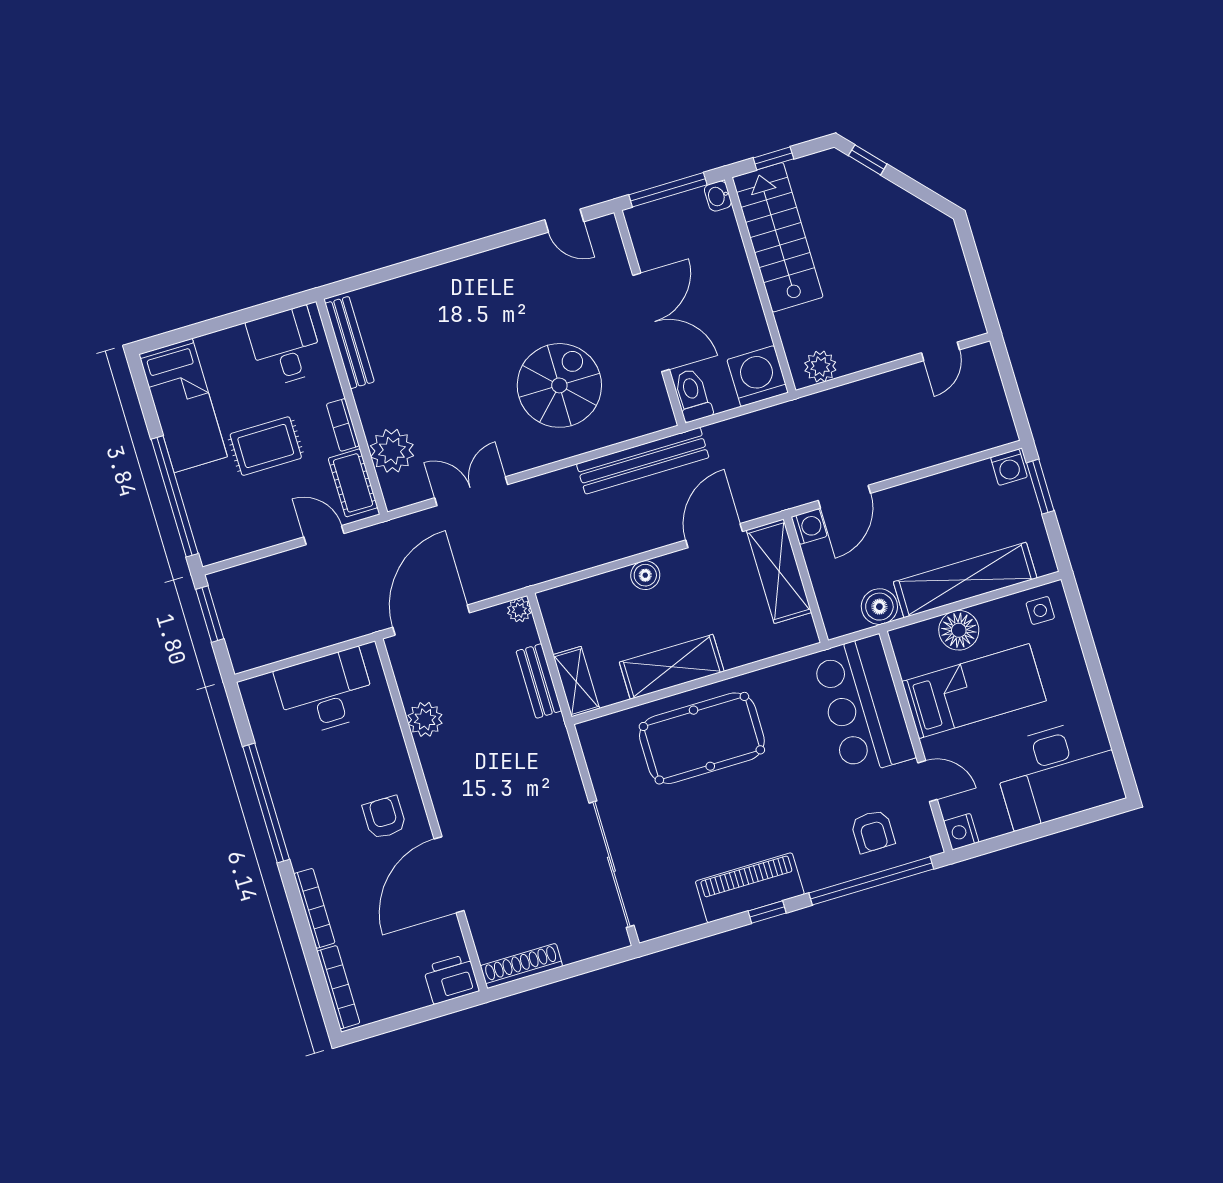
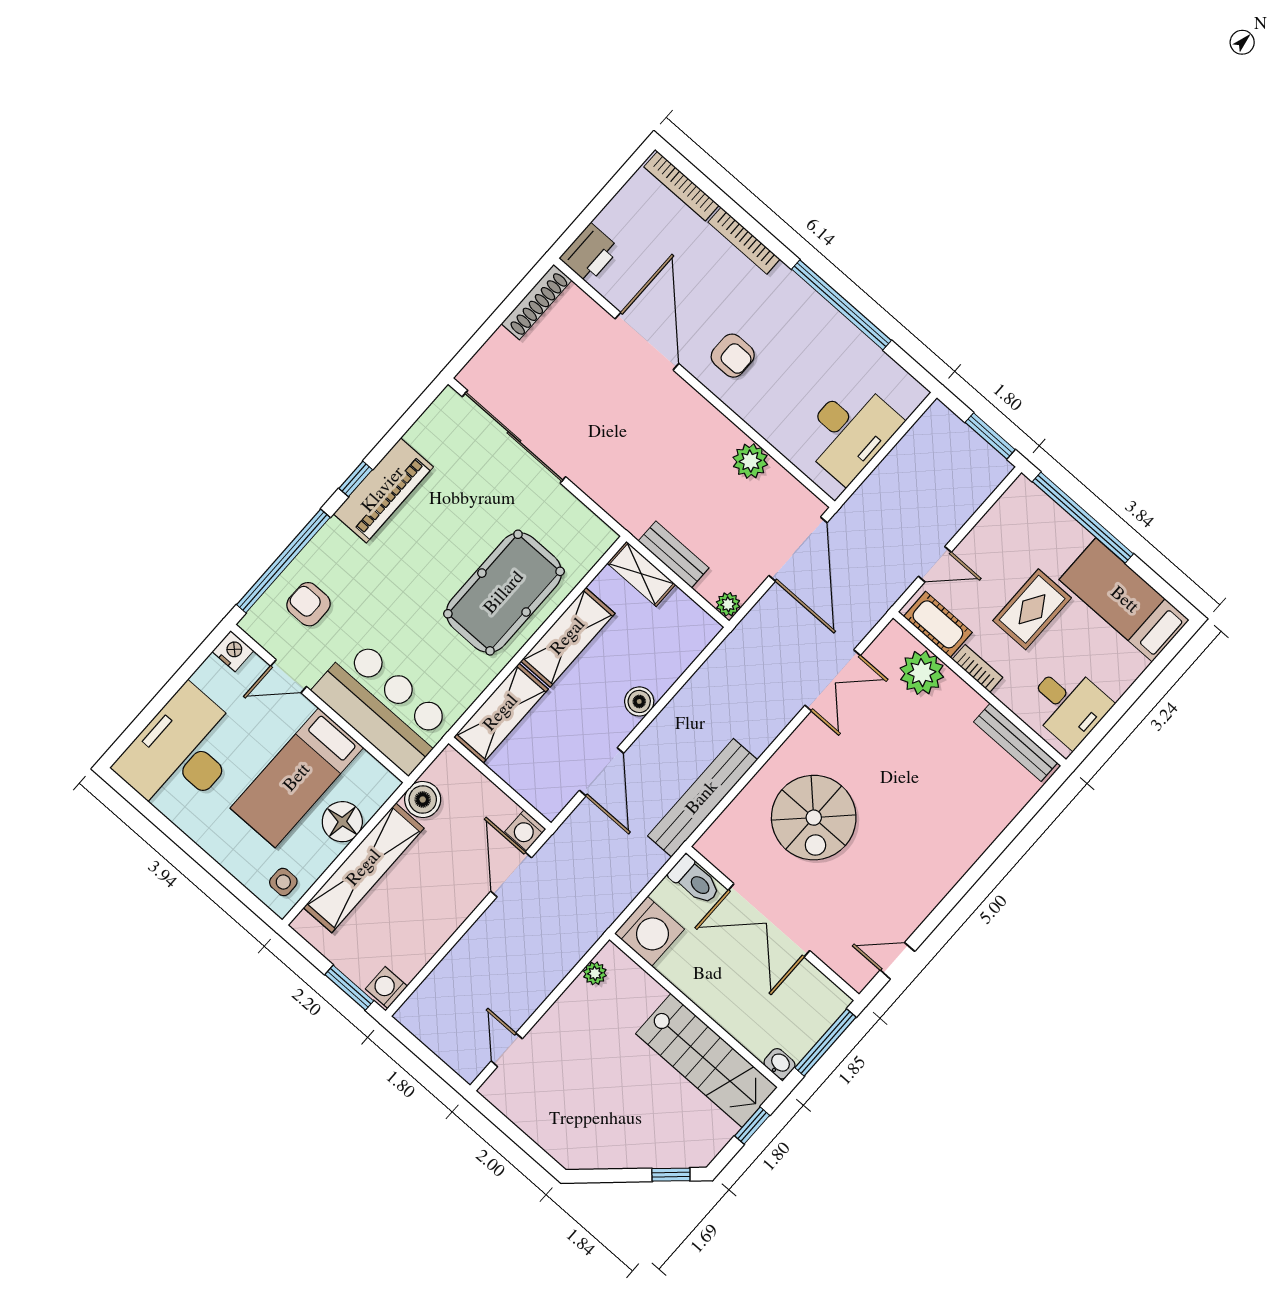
plant: (820, 366) -> (595, 973), width x0.73, depth x0.73
shelving: (779, 571) -> (501, 713), moved, turned 90

